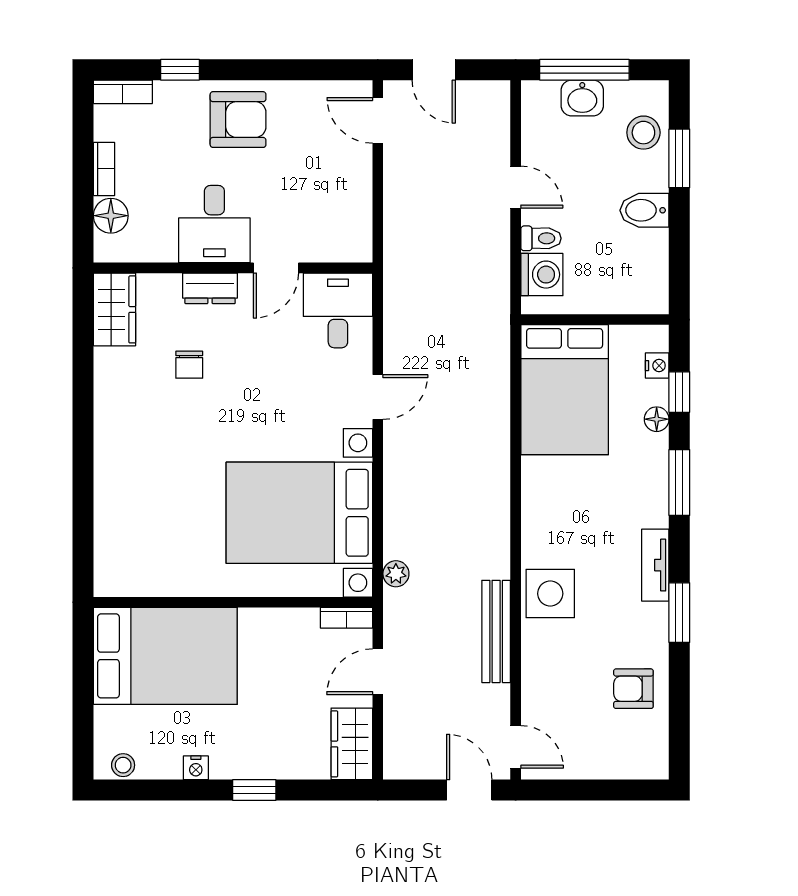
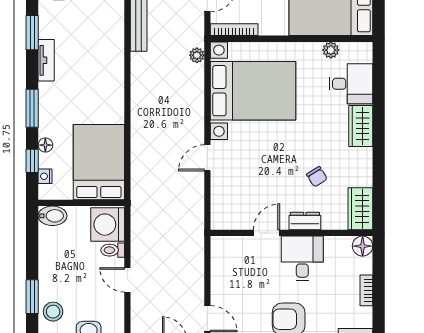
bidet: (644, 210) -> (53, 216), moved
floor lamp: (111, 216) -> (363, 246), moved
washing machine: (542, 275) -> (108, 225), width x1.37, depth x1.37
desk: (338, 310) -> (351, 84), moved, turned -90
chair: (189, 365) -> (317, 177), turned 148
wardrobe: (114, 452) -> (361, 126), added
plant: (165, 583) -> (331, 50), added
side table: (550, 594) -> (107, 44), removed
bookcase: (346, 618) -> (234, 30), width x1.56

